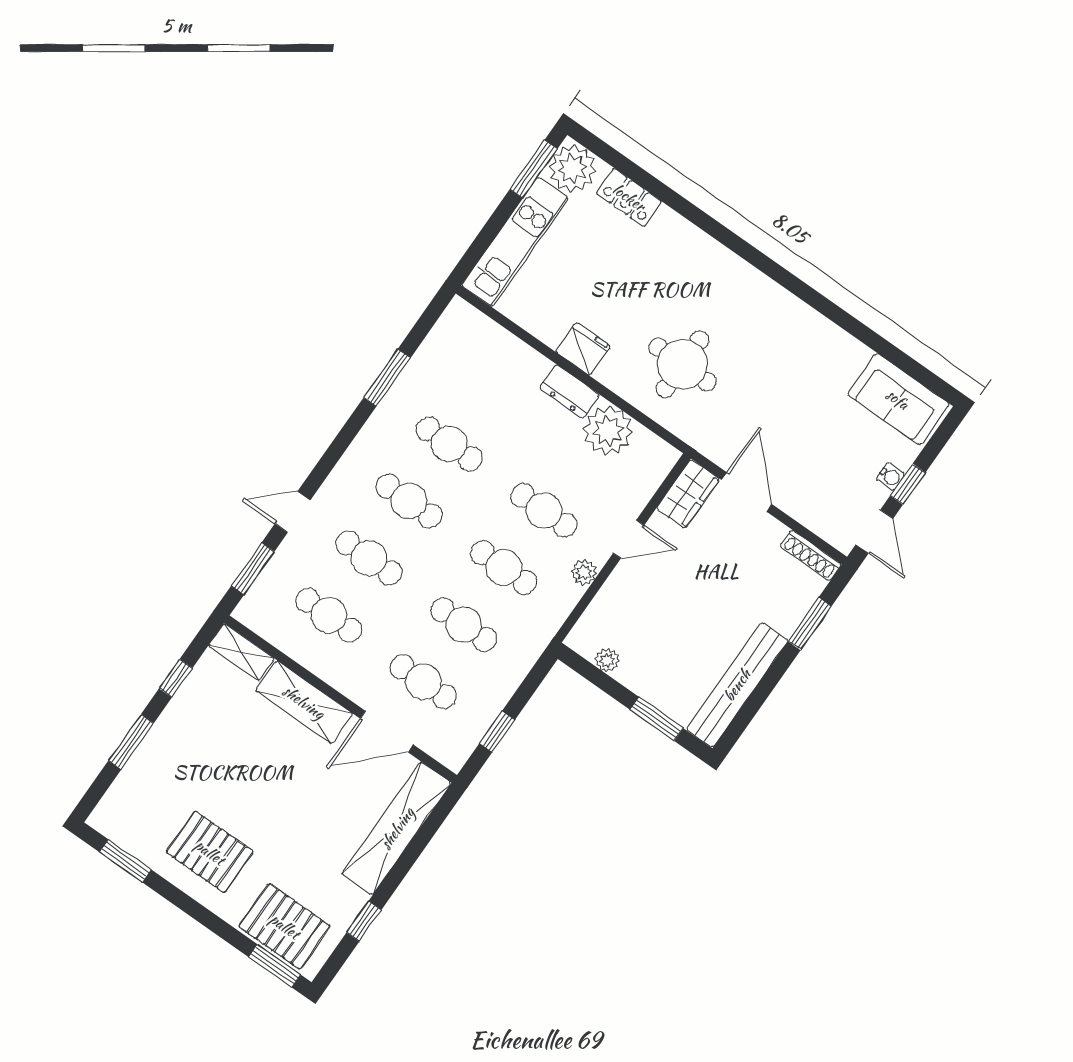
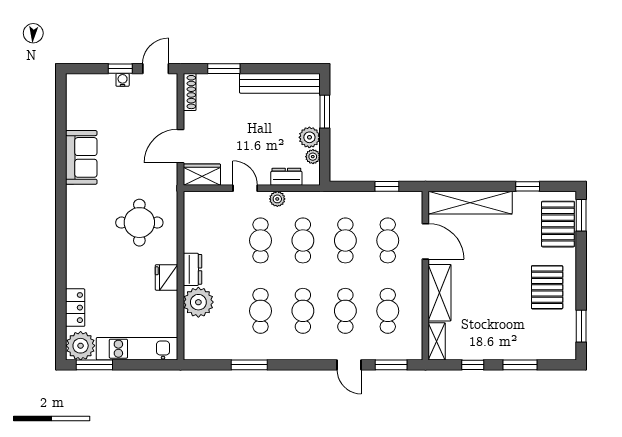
sofa: (898, 399) -> (81, 157), moved
plant: (608, 431) -> (198, 302), moved
dresser: (605, 606) -> (286, 177), added
plant: (636, 674) -> (309, 137), added

